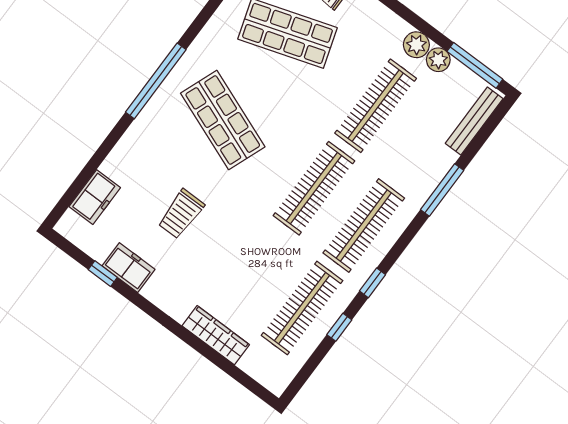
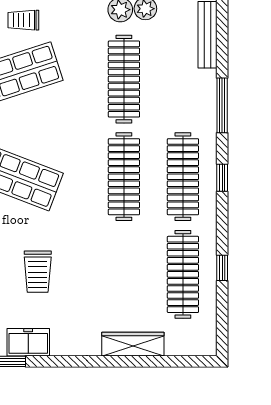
window: (373, 283) -> (222, 178), moved

